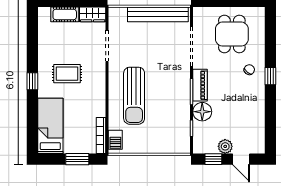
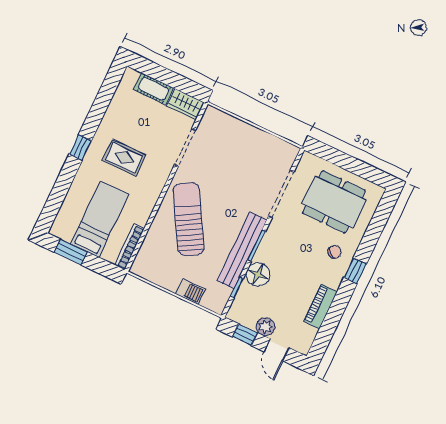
bench: (158, 14) -> (242, 250), moved, turned 90
dining table: (232, 34) -> (334, 202), width x1.37
piano: (200, 85) -> (320, 306), moved, turned 180
sun lounger: (134, 96) -> (189, 219), turned 150
bed: (50, 126) -> (100, 219), moved
barbecue: (115, 140) -> (190, 291), moved, turned -90
window: (77, 159) -> (71, 252), moved

